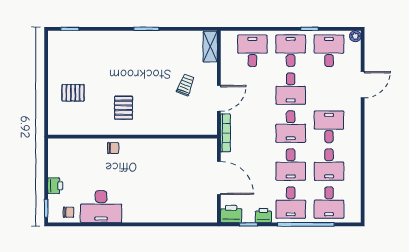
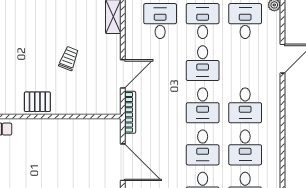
trolley: (186, 85) -> (69, 58), moved
pallet: (124, 108) -> (37, 102), moved, turned 90
desk: (329, 127) -> (245, 105), turned 180

